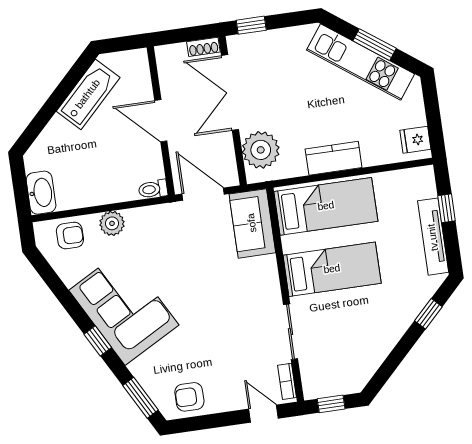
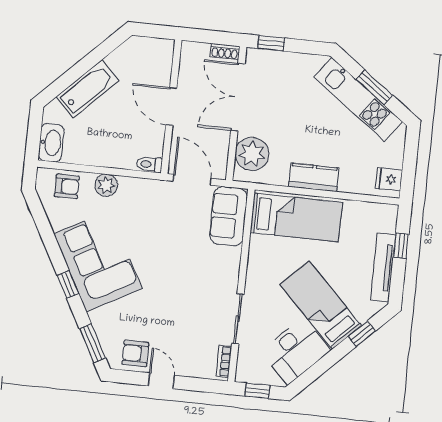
bathtub: (88, 94) -> (87, 89), moved
bed: (332, 269) -> (321, 305), moved, turned -135
desk: (361, 351) -> (296, 351), added
door: (264, 414) -> (161, 381), moved

